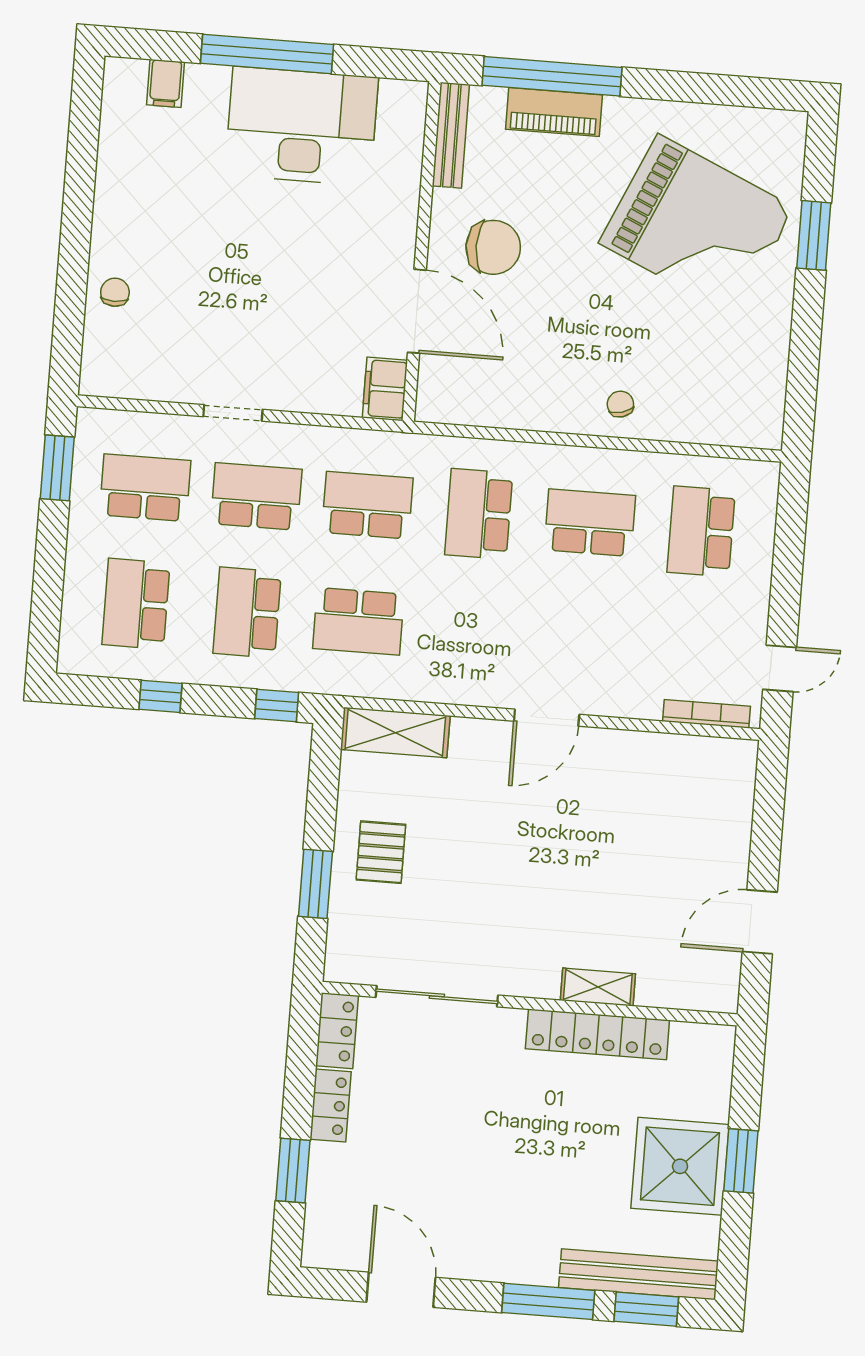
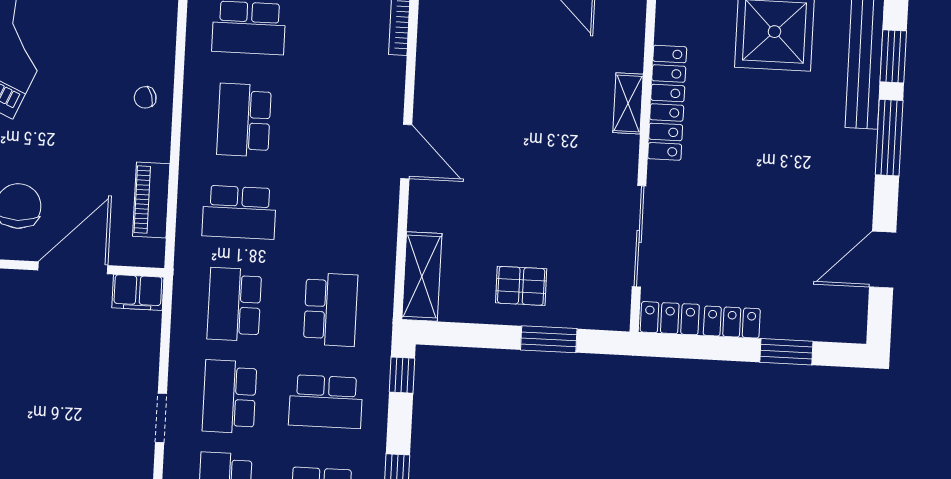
piano: (496, 408) -> (151, 200), added

